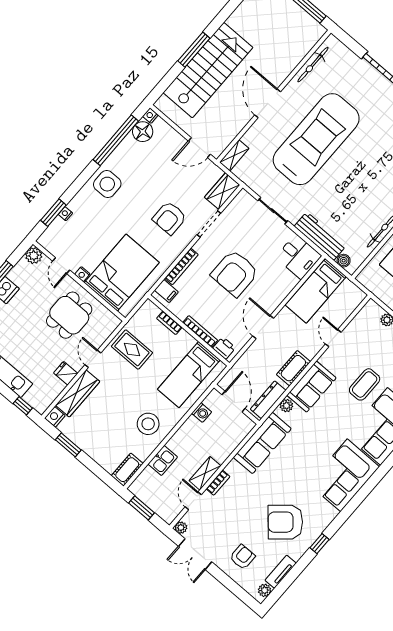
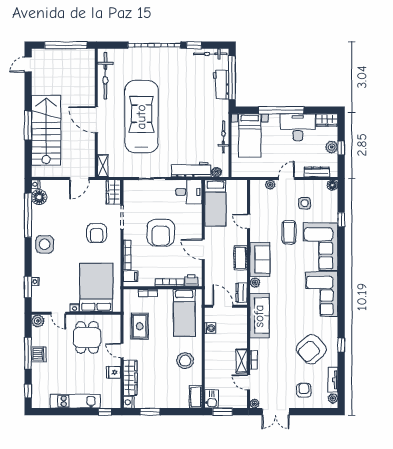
bicycle: (313, 65) -> (105, 76), width x1.37, depth x1.40
rug: (132, 349) -> (140, 326), turned 90
dresser: (268, 400) -> (242, 293), width x0.70
kitchen sink: (163, 461) -> (211, 399), moved

